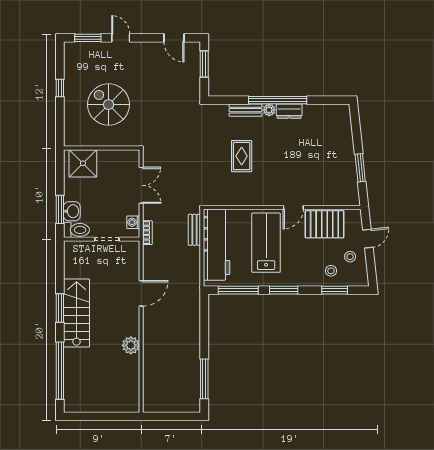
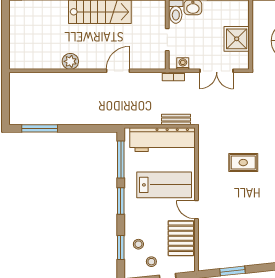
shower: (83, 163) -> (237, 39), moved
door: (141, 293) -> (118, 71), swing flipped

